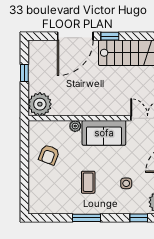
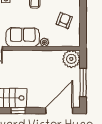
door: (75, 36) -> (59, 111), moved
window: (24, 73) -> (83, 83), width x2.17

